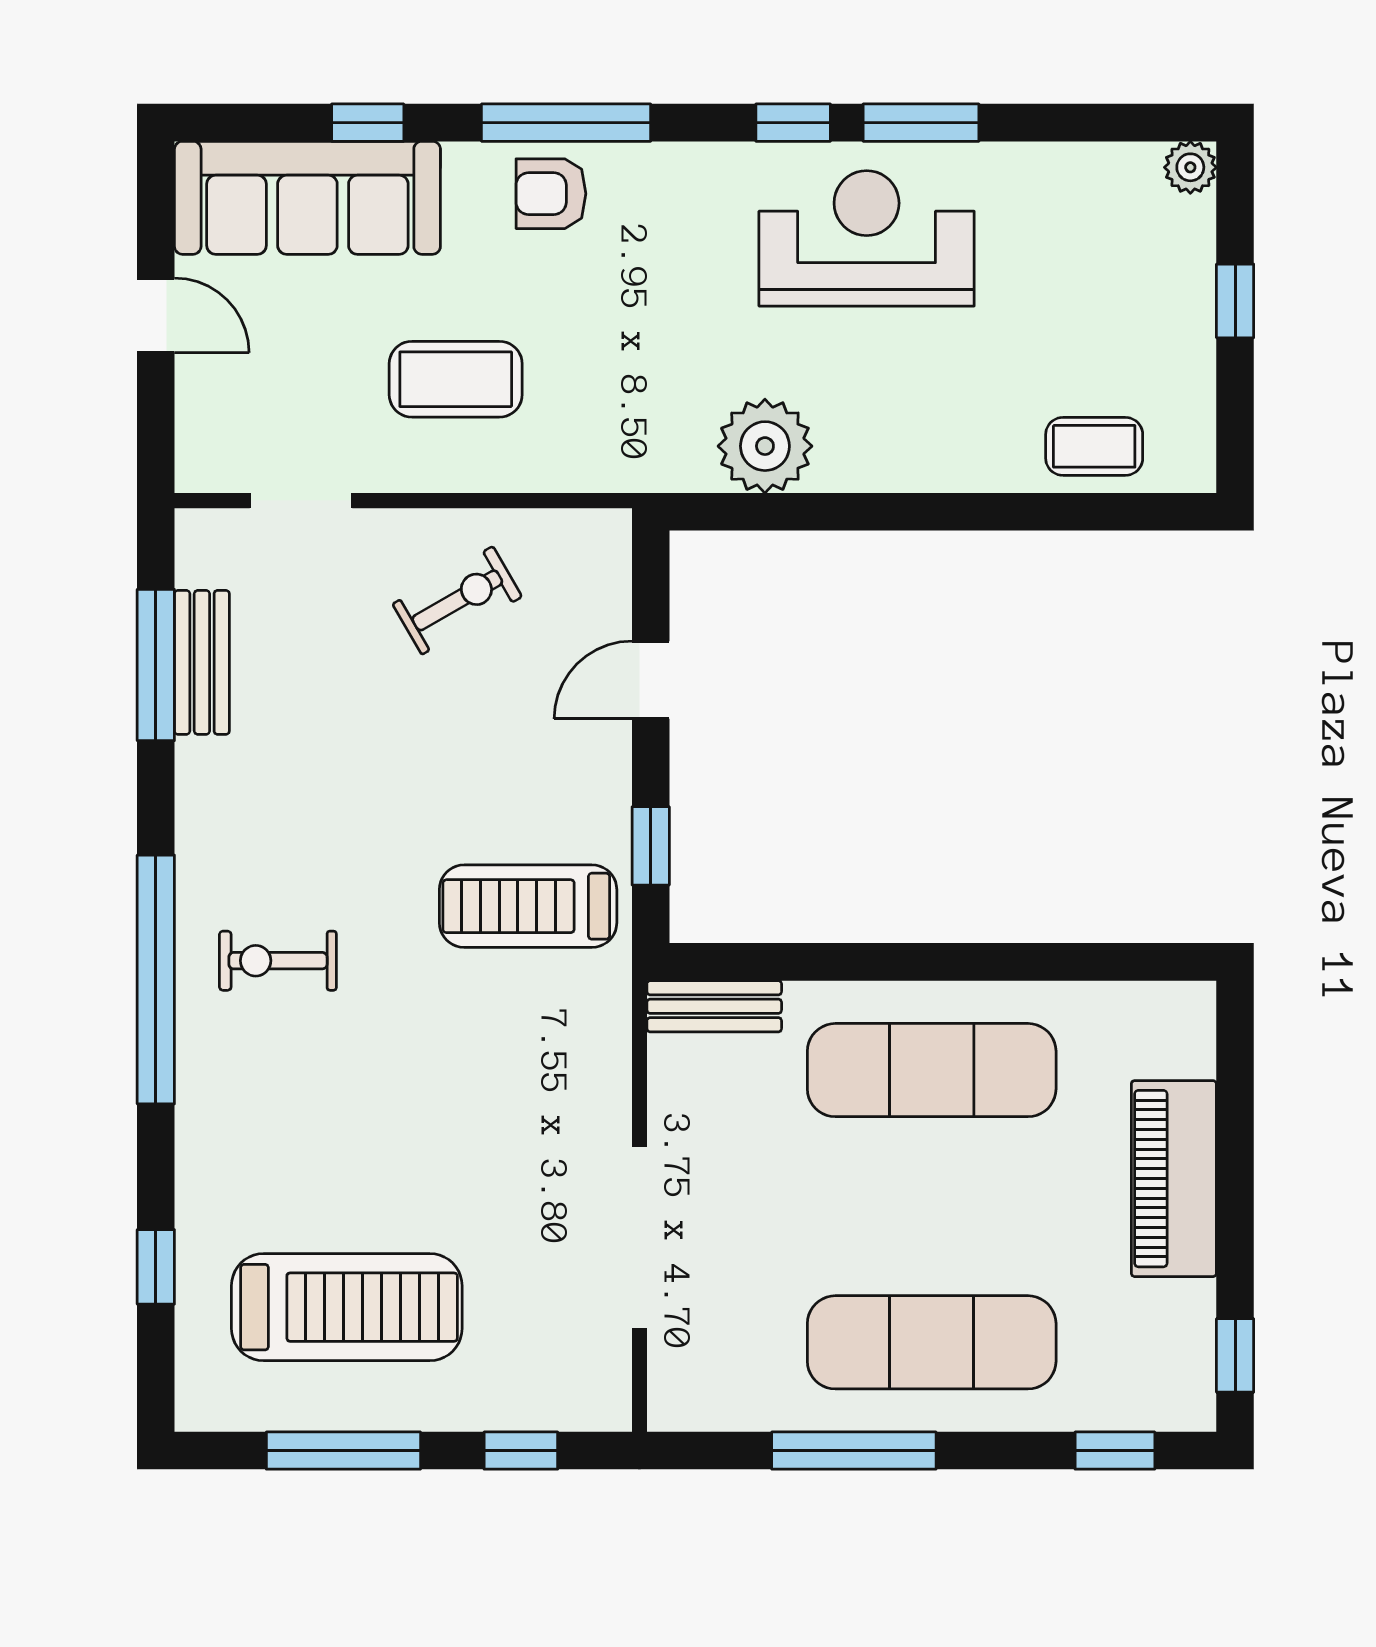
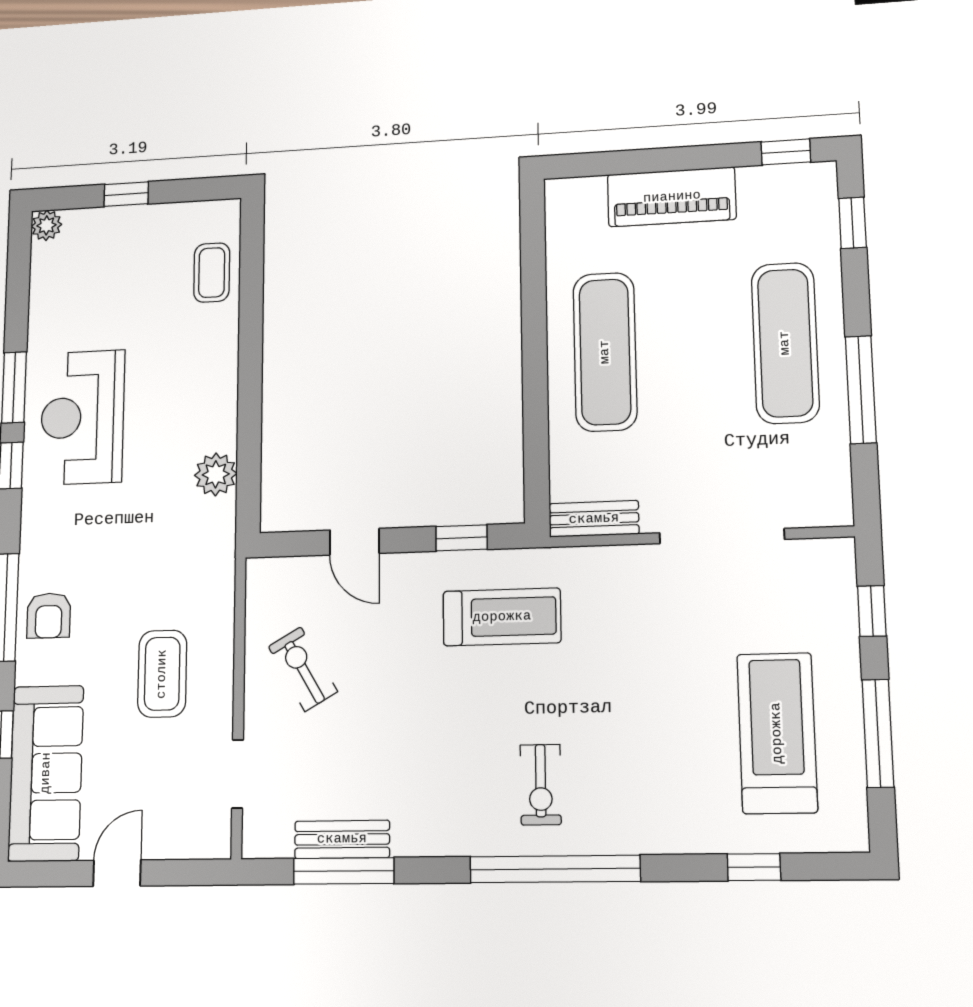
plant: (765, 446) -> (216, 474), width x0.73, depth x0.73
treadmill: (528, 906) -> (502, 617), turned -90
bench: (714, 1006) -> (594, 519), moved, turned 90

